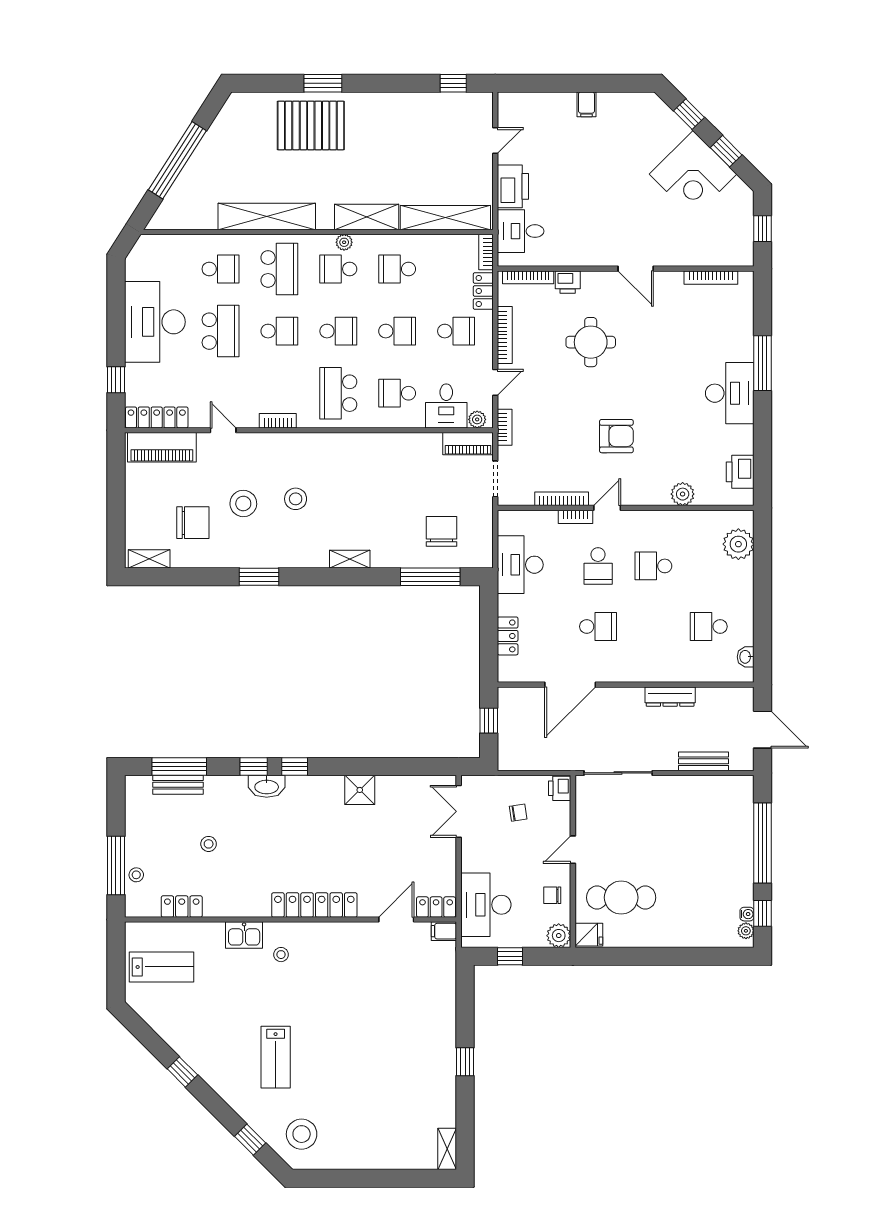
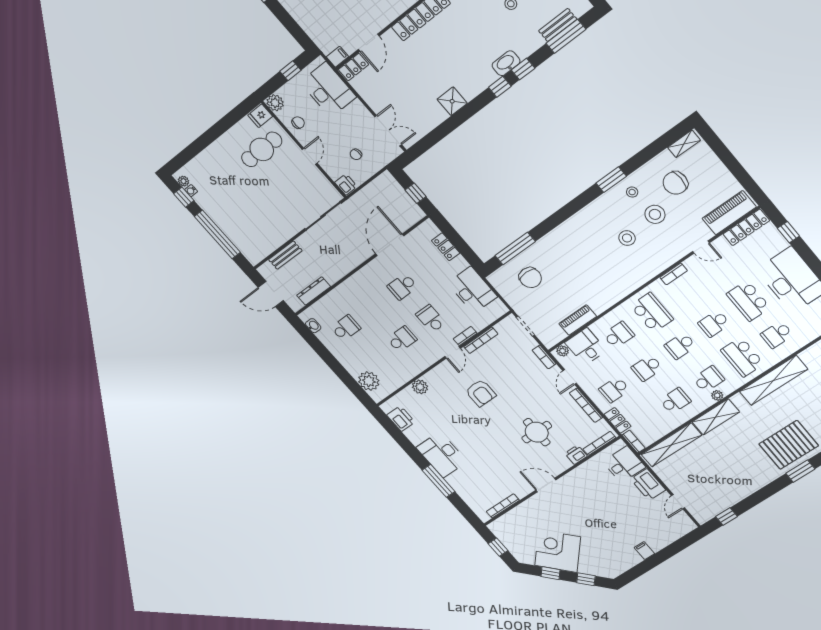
armchair: (616, 436) -> (481, 393), turned -90
piano: (468, 444) -> (578, 320), moved
stool: (248, 546) -> (632, 192), added
shelving: (350, 559) -> (568, 226), removed
dresser: (670, 697) -> (314, 291), moved

